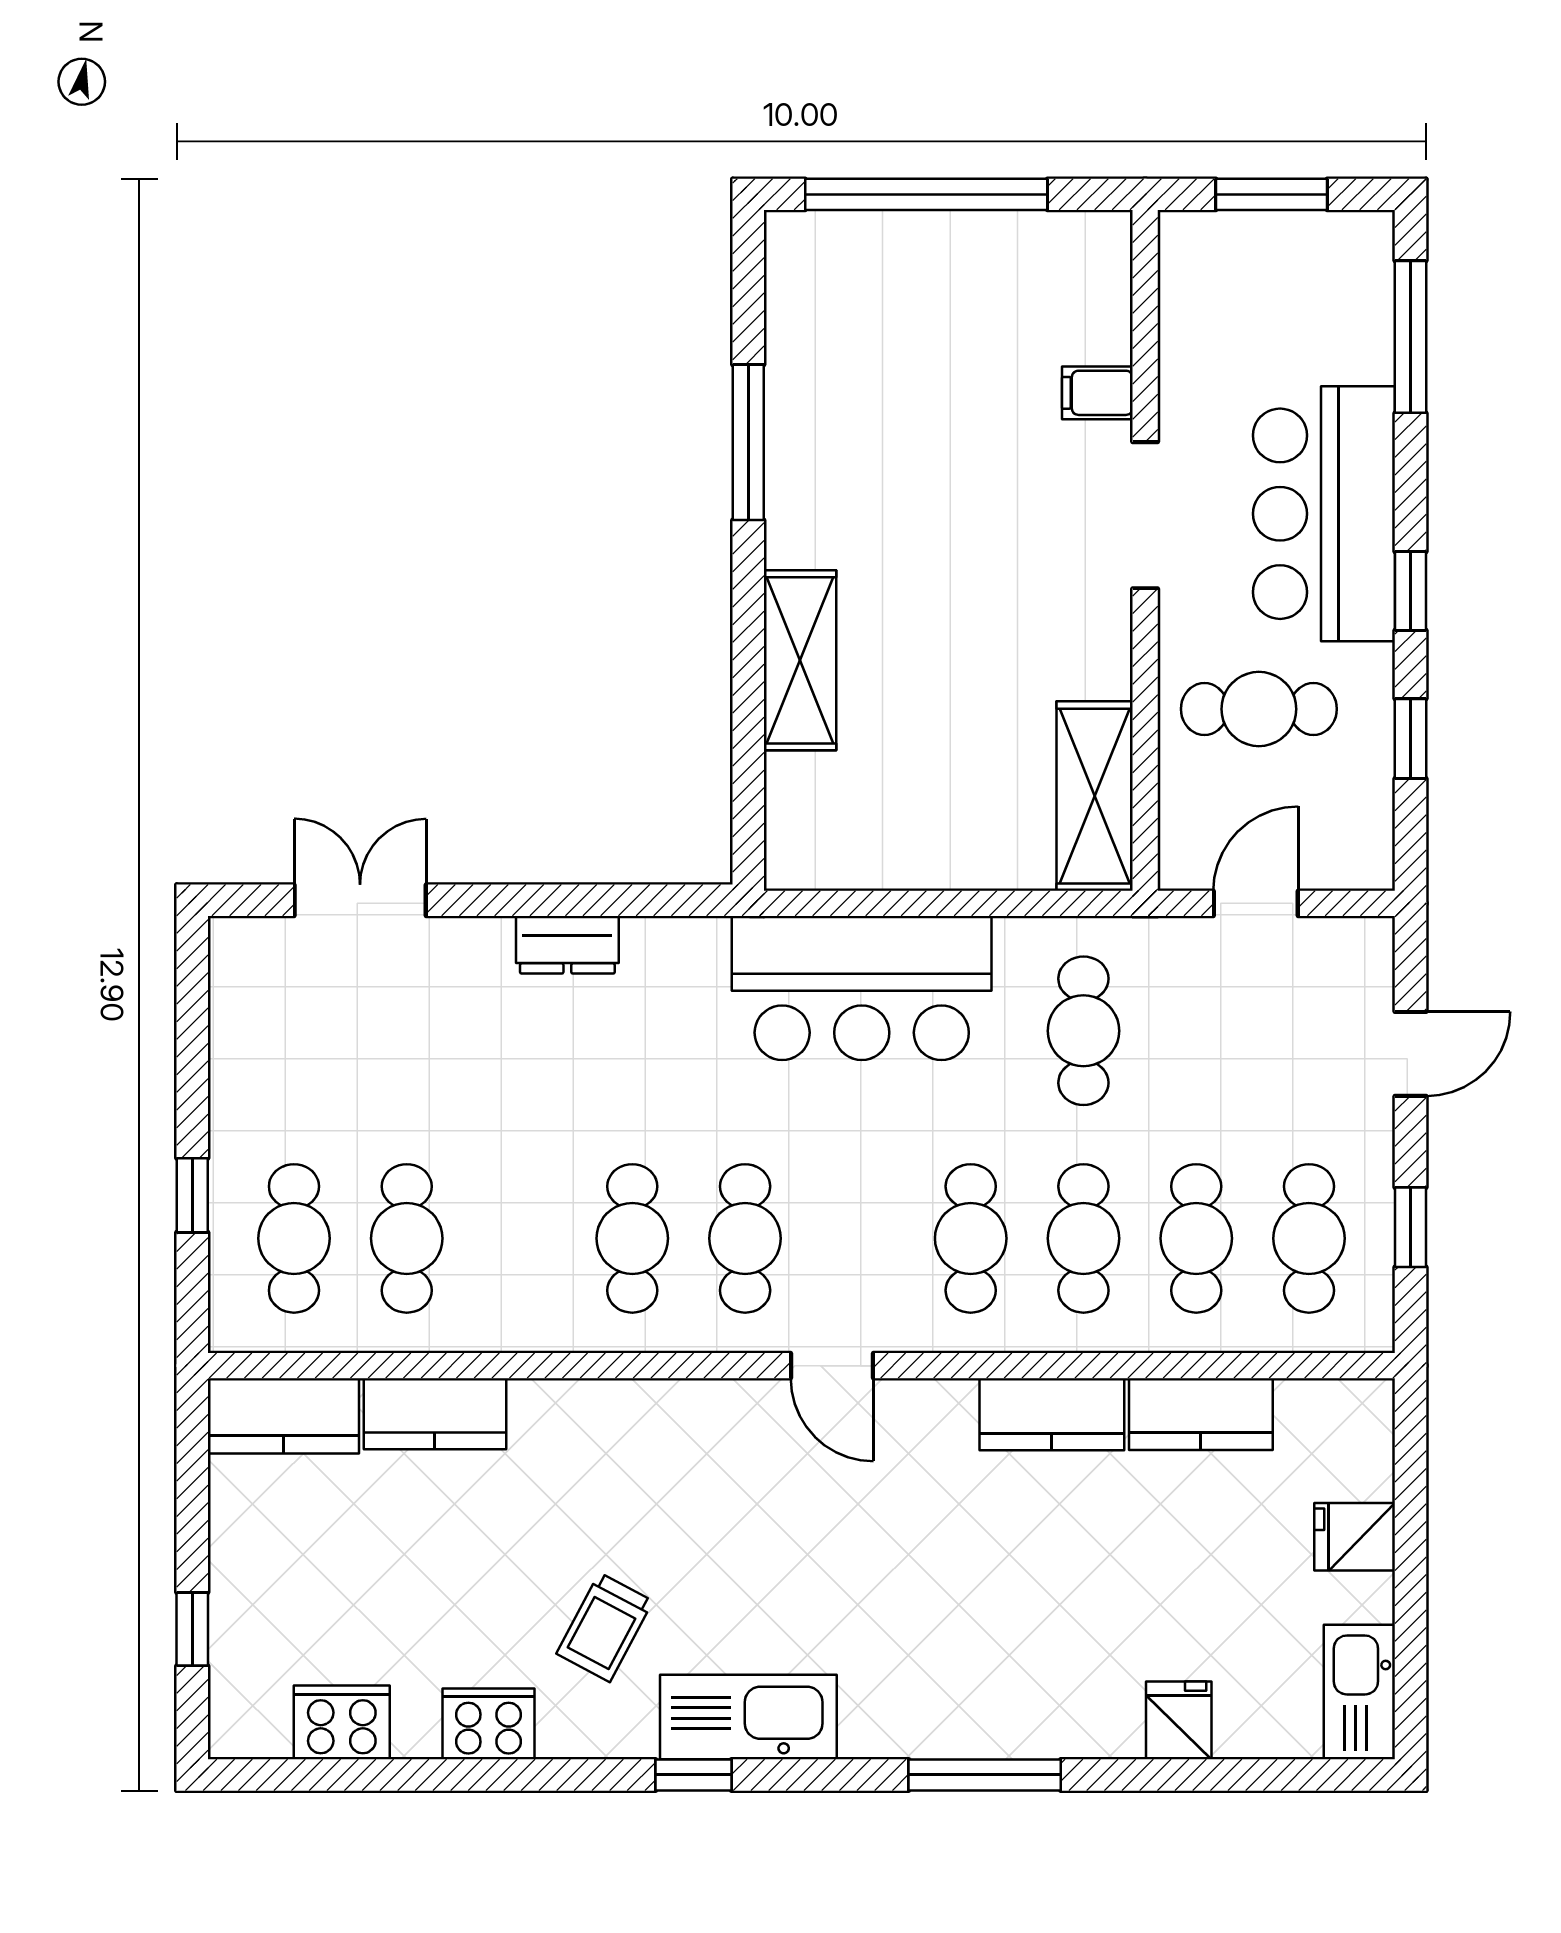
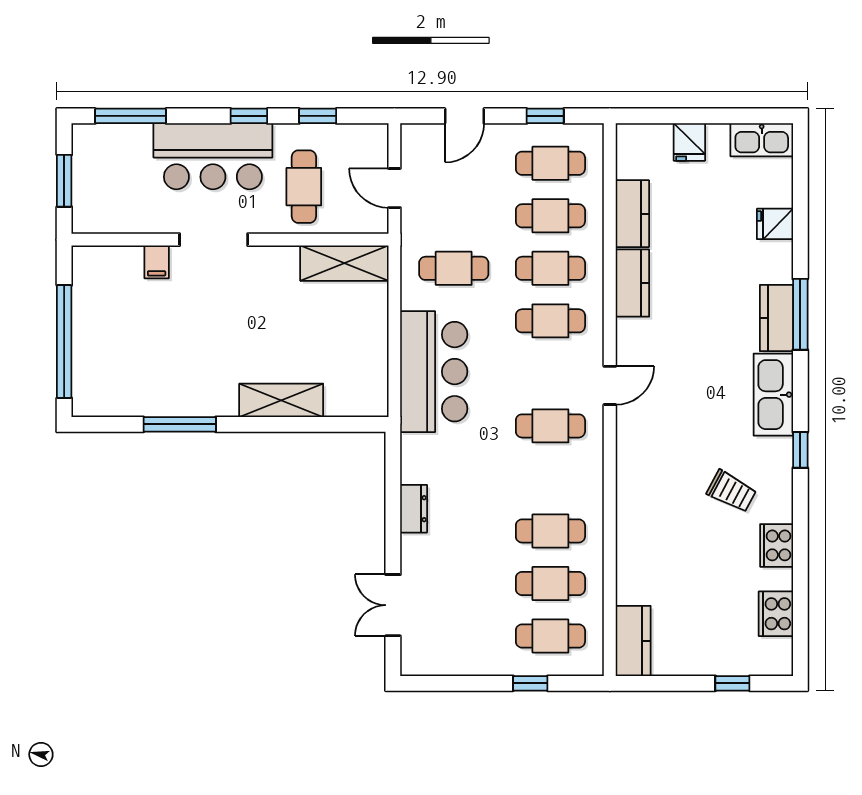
door: (1411, 1054) -> (464, 116), swing flipped
cafe table: (632, 1238) -> (550, 531), moved
kitchen counter: (435, 1414) -> (776, 318), moved, turned 180
kitchen sink: (748, 1717) -> (773, 395), moved

